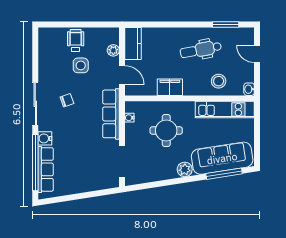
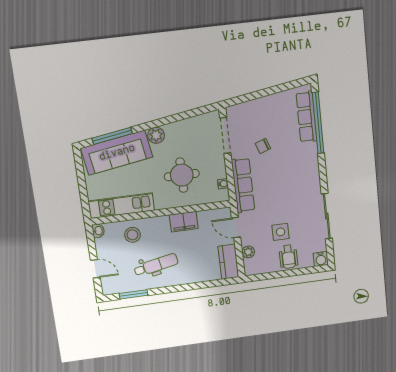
chair: (67, 100) -> (263, 146), moved
sliding door: (35, 104) -> (327, 216), moved
water cooler: (45, 138) -> (321, 259), moved, turned 90

